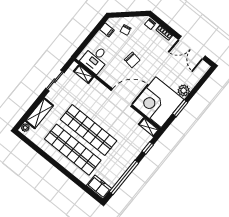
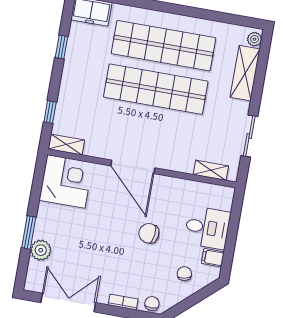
desk: (95, 59) -> (207, 228), moved, turned 90
plant: (184, 90) -> (41, 250), moved
door: (122, 98) -> (133, 167), hinge flipped
corner desk: (158, 102) -> (66, 181), width x0.74, depth x0.74
window: (180, 108) -> (29, 232), moved
window: (124, 177) -> (61, 47), width x0.32

